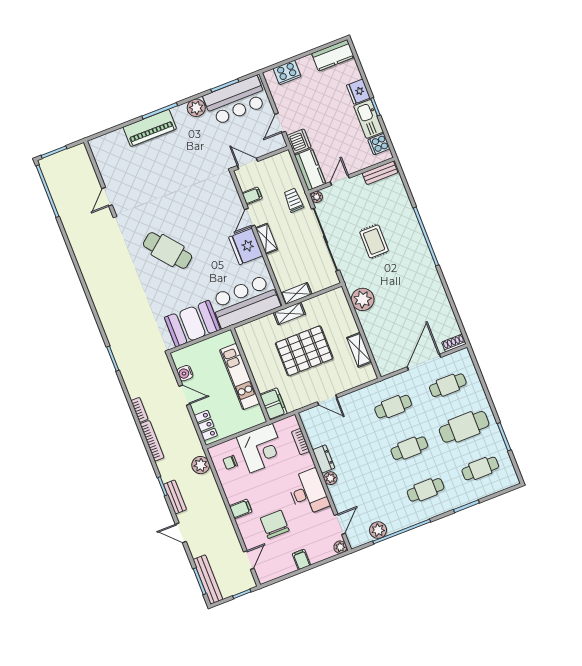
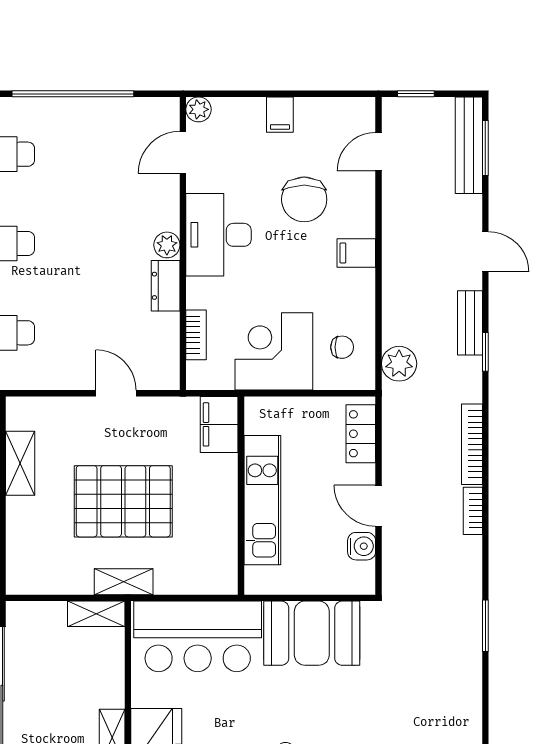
plant: (378, 530) -> (116, 114), removed

